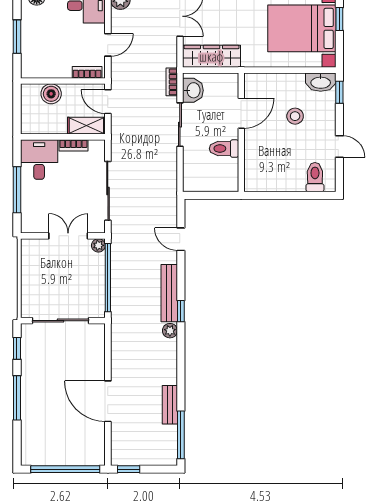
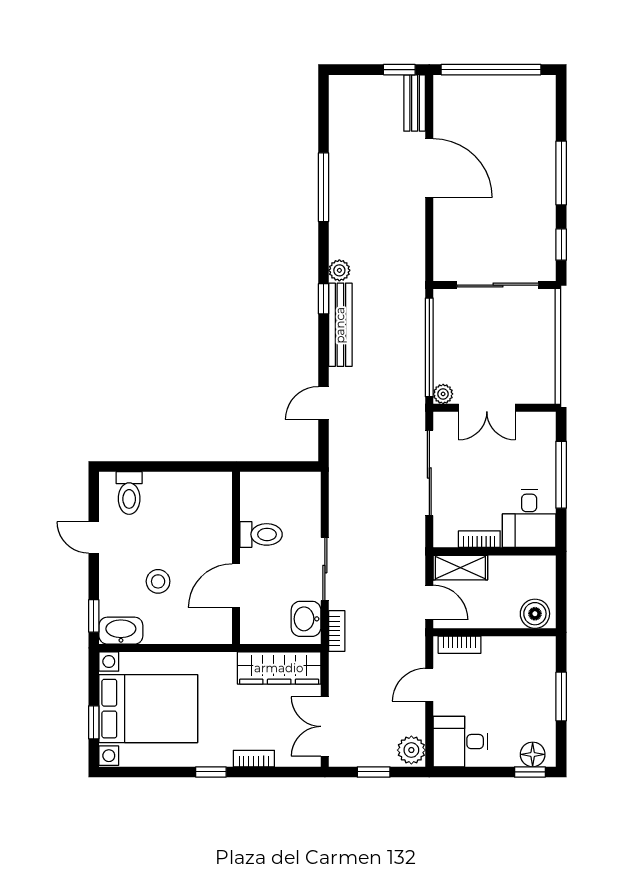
boiler: (51, 94) -> (535, 614), moved
door: (181, 239) -> (324, 403), swing flipped
bench: (170, 405) -> (415, 103), moved
window: (181, 435) -> (324, 187), moved

